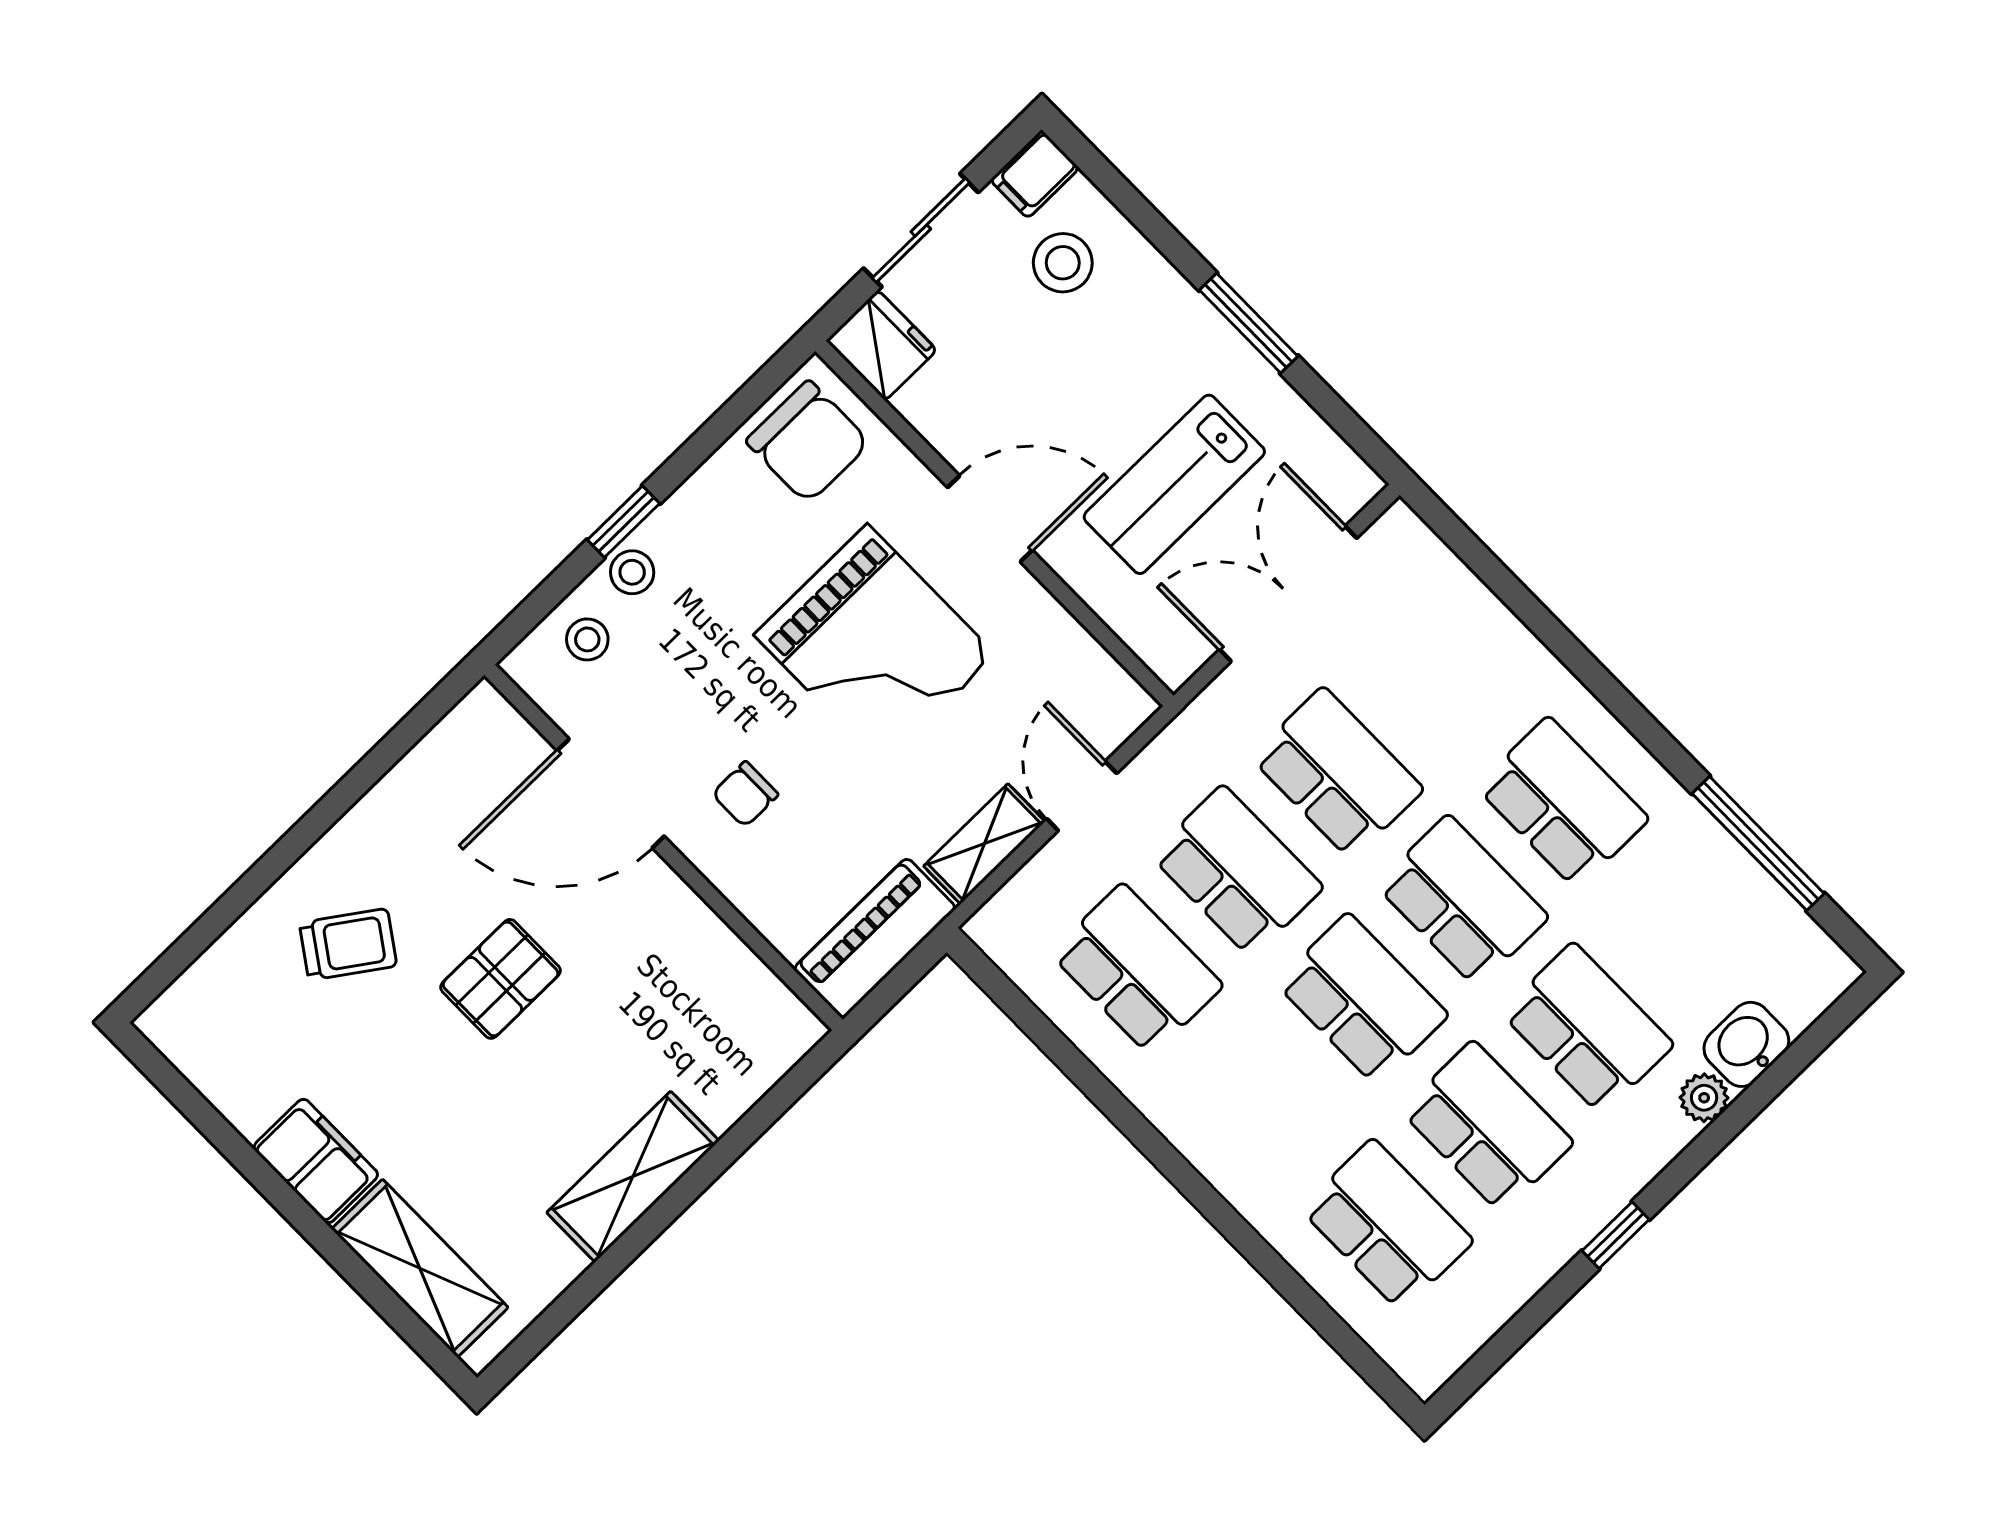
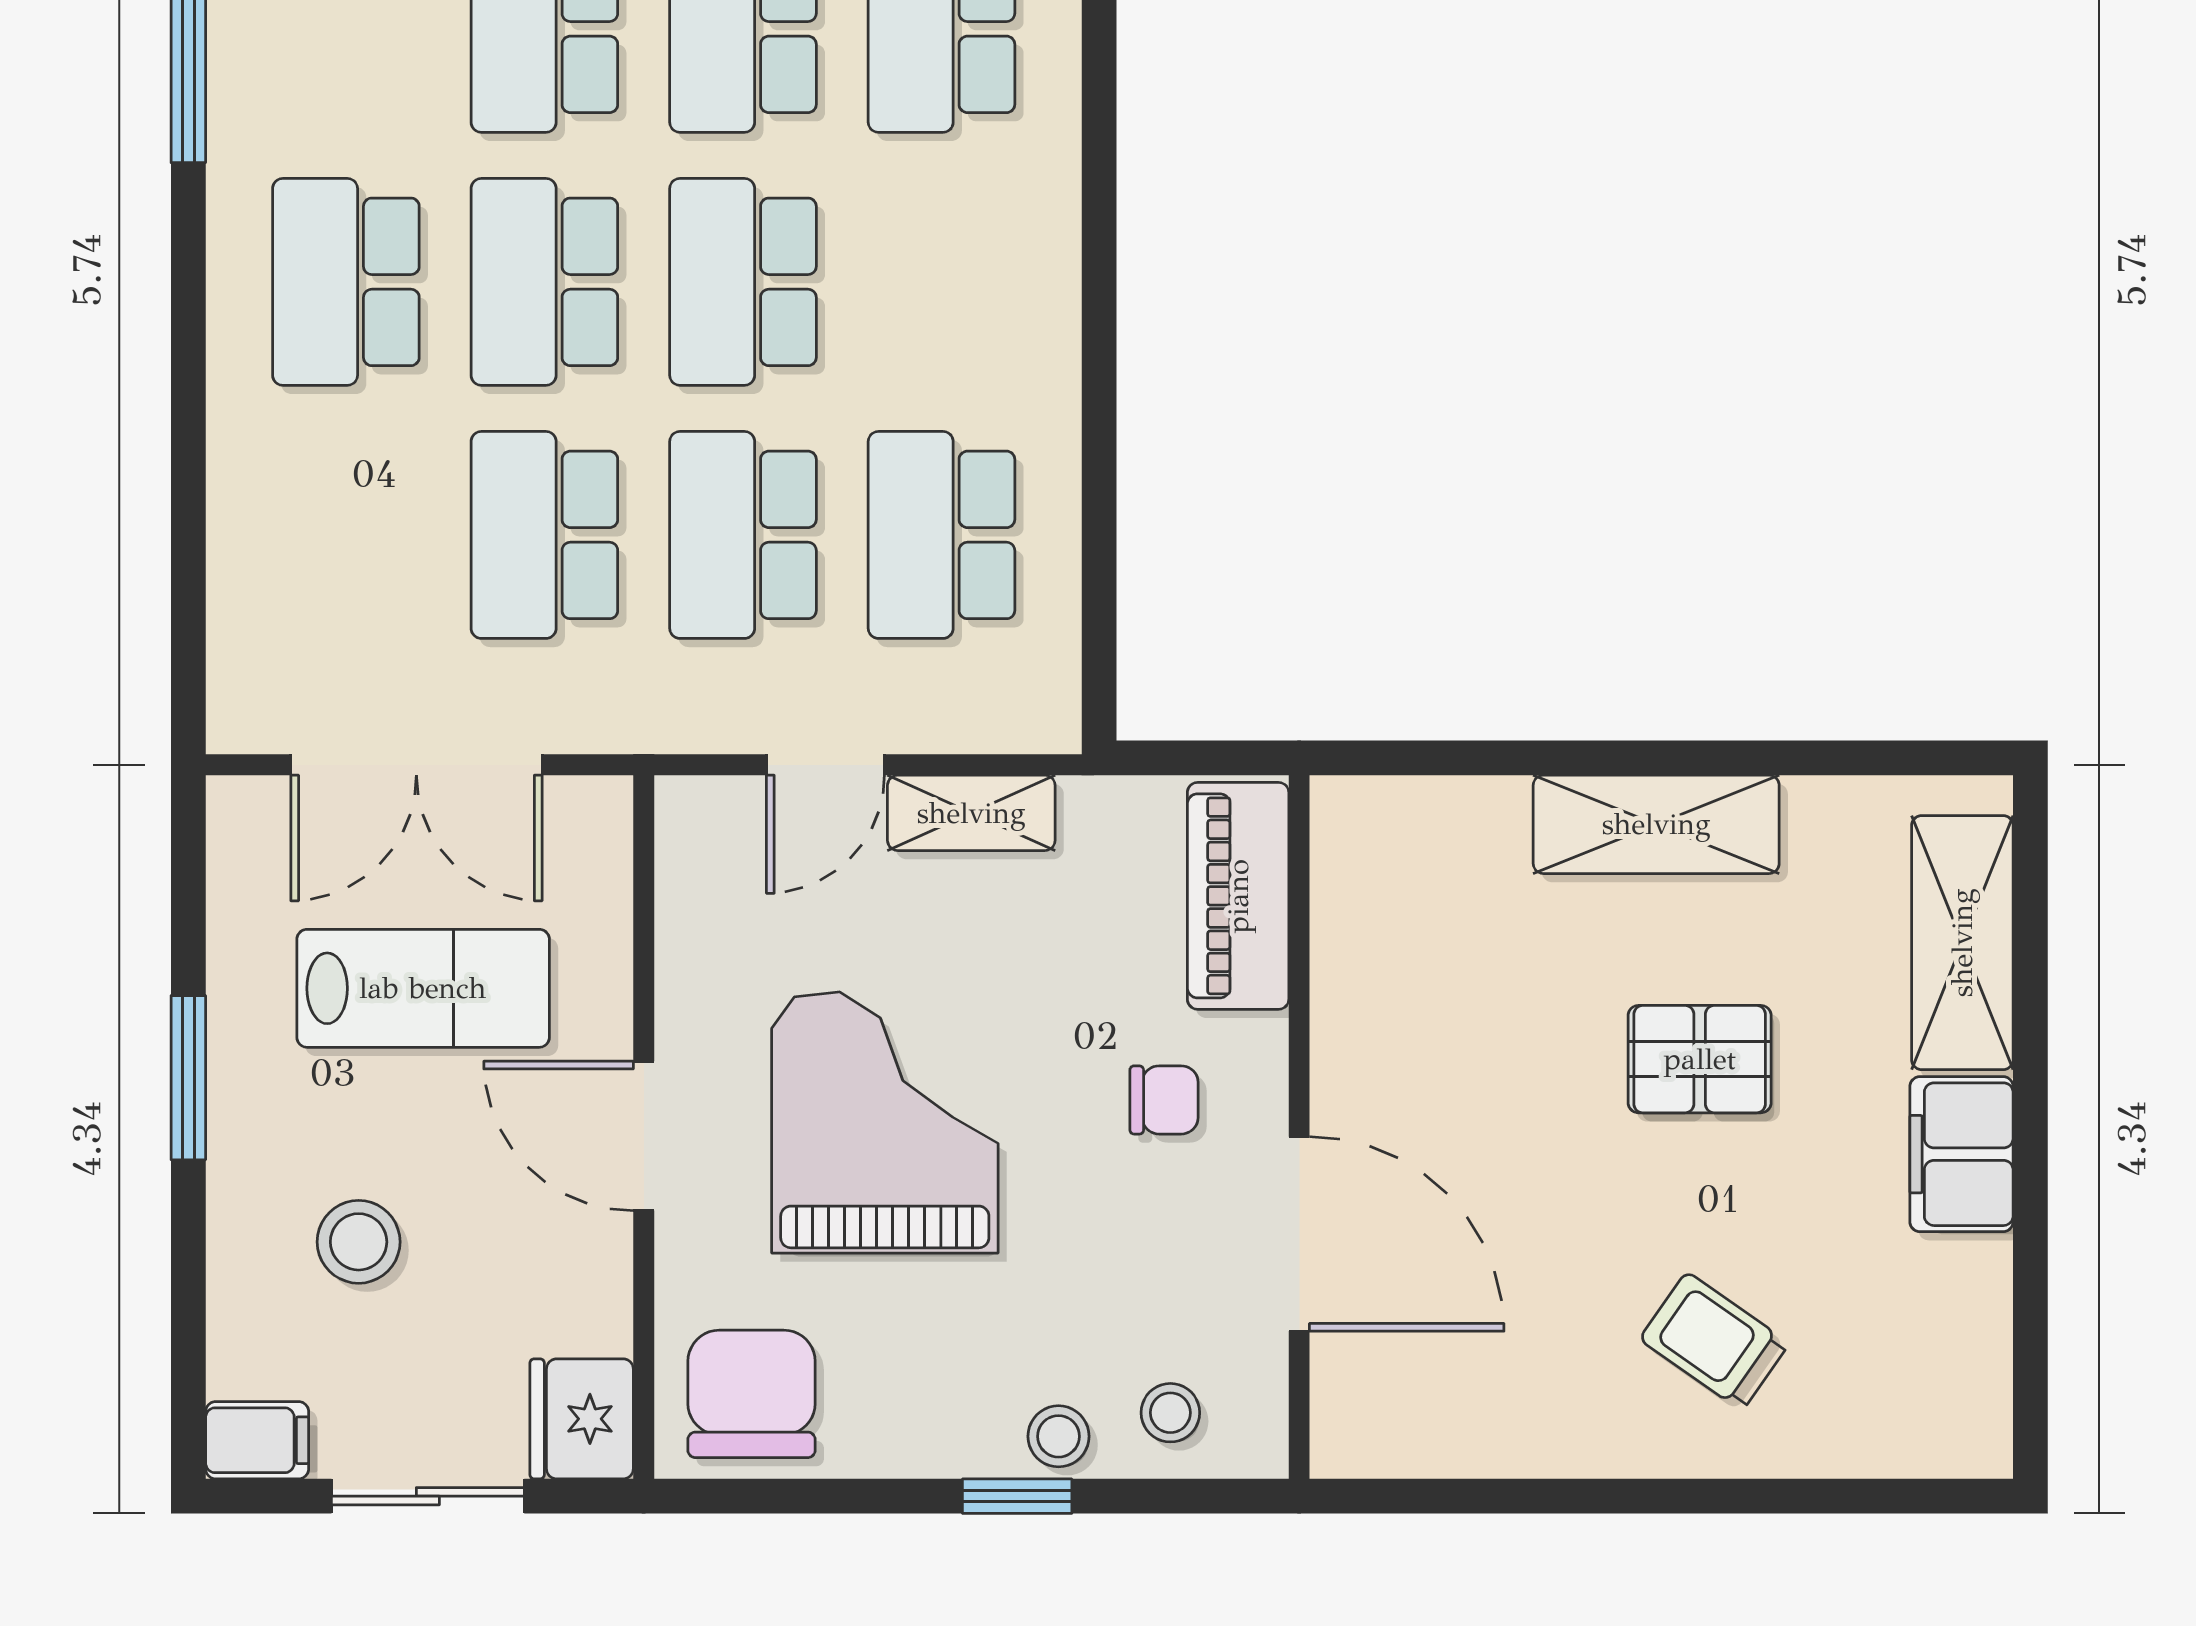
stool: (1063, 263) -> (359, 1242), moved
piano: (875, 938) -> (1238, 896), moved, turned 90
pallet: (501, 979) -> (1700, 1059), moved

